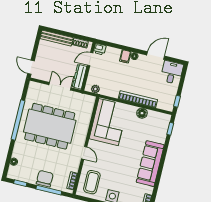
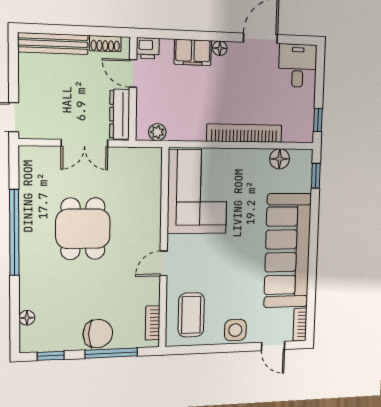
filing cabinet: (125, 56) -> (193, 52), width x2.00
door: (90, 59) -> (133, 73), hinge flipped
double door: (60, 86) -> (85, 143), swing flipped
floor lamp: (142, 113) -> (280, 159), moved
dining table: (50, 126) -> (83, 229), width x0.53, depth x0.80
door: (84, 153) -> (164, 263), swing flipped
sofa: (150, 164) -> (288, 251), width x1.36, depth x1.27
chair: (45, 179) -> (98, 334), turned 90

